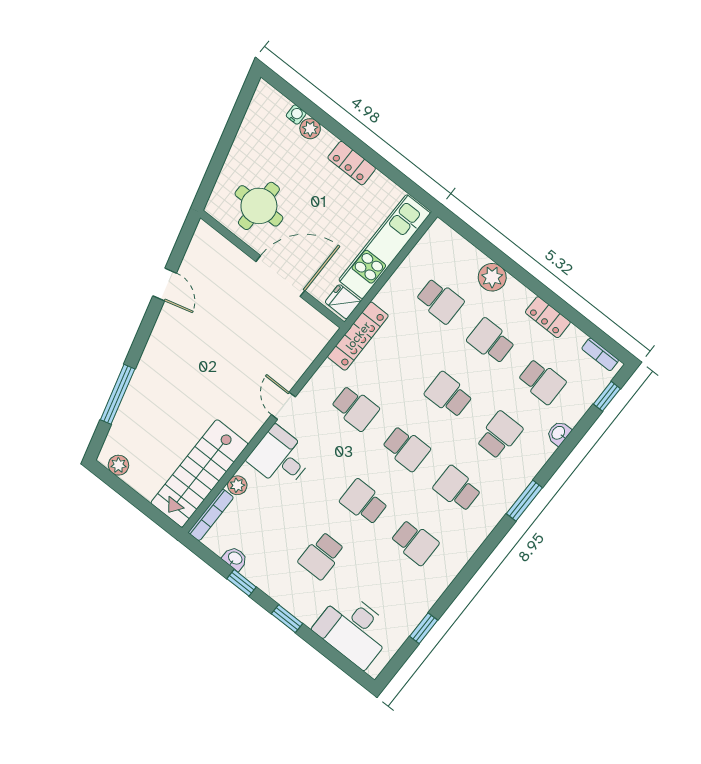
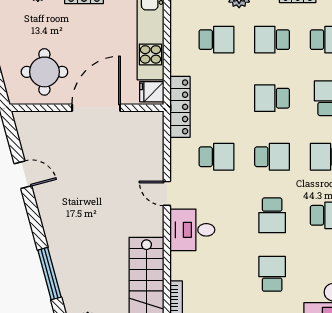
plant: (237, 485) -> (178, 271), removed
school desk: (364, 502) -> (272, 215), turned -90
school desk: (321, 556) -> (272, 274), turned 180

